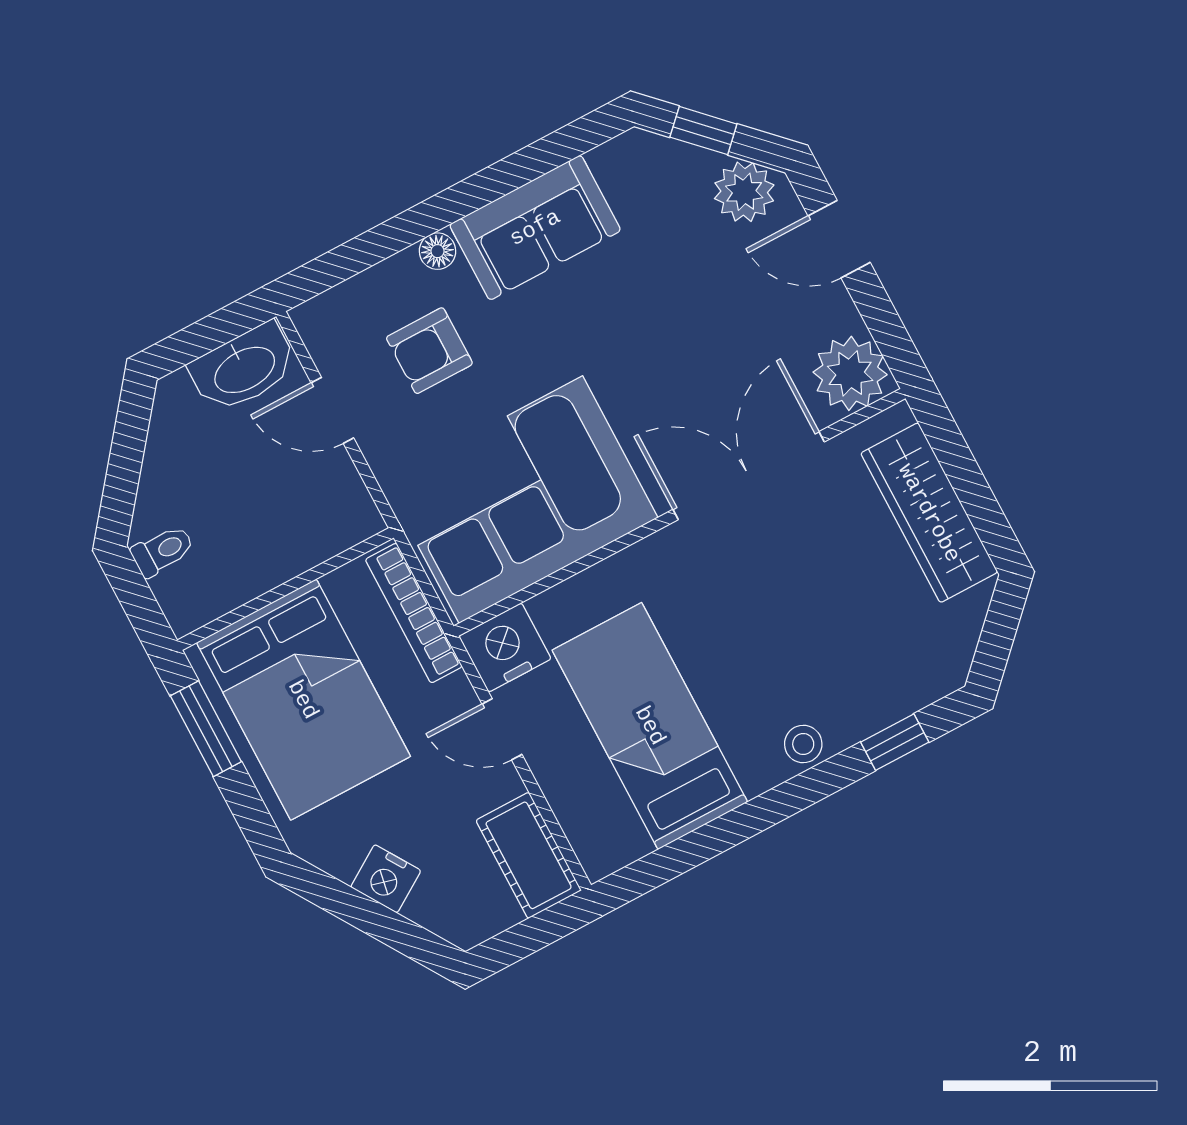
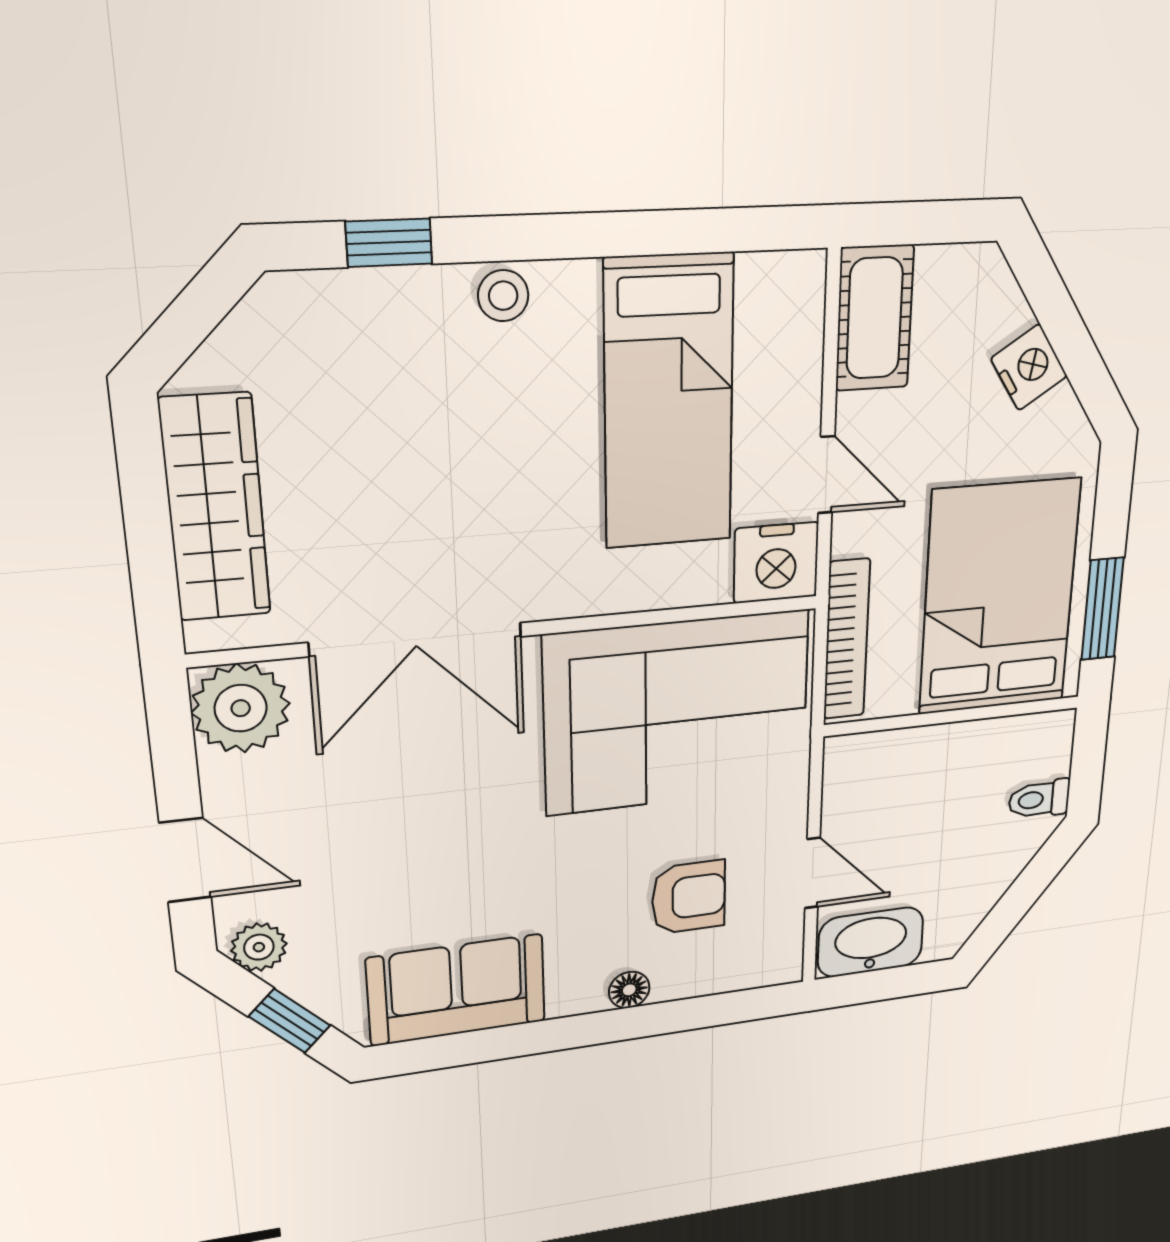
plant: (744, 192) -> (259, 947), width x0.73, depth x0.73
sofa: (535, 228) -> (457, 990), moved

